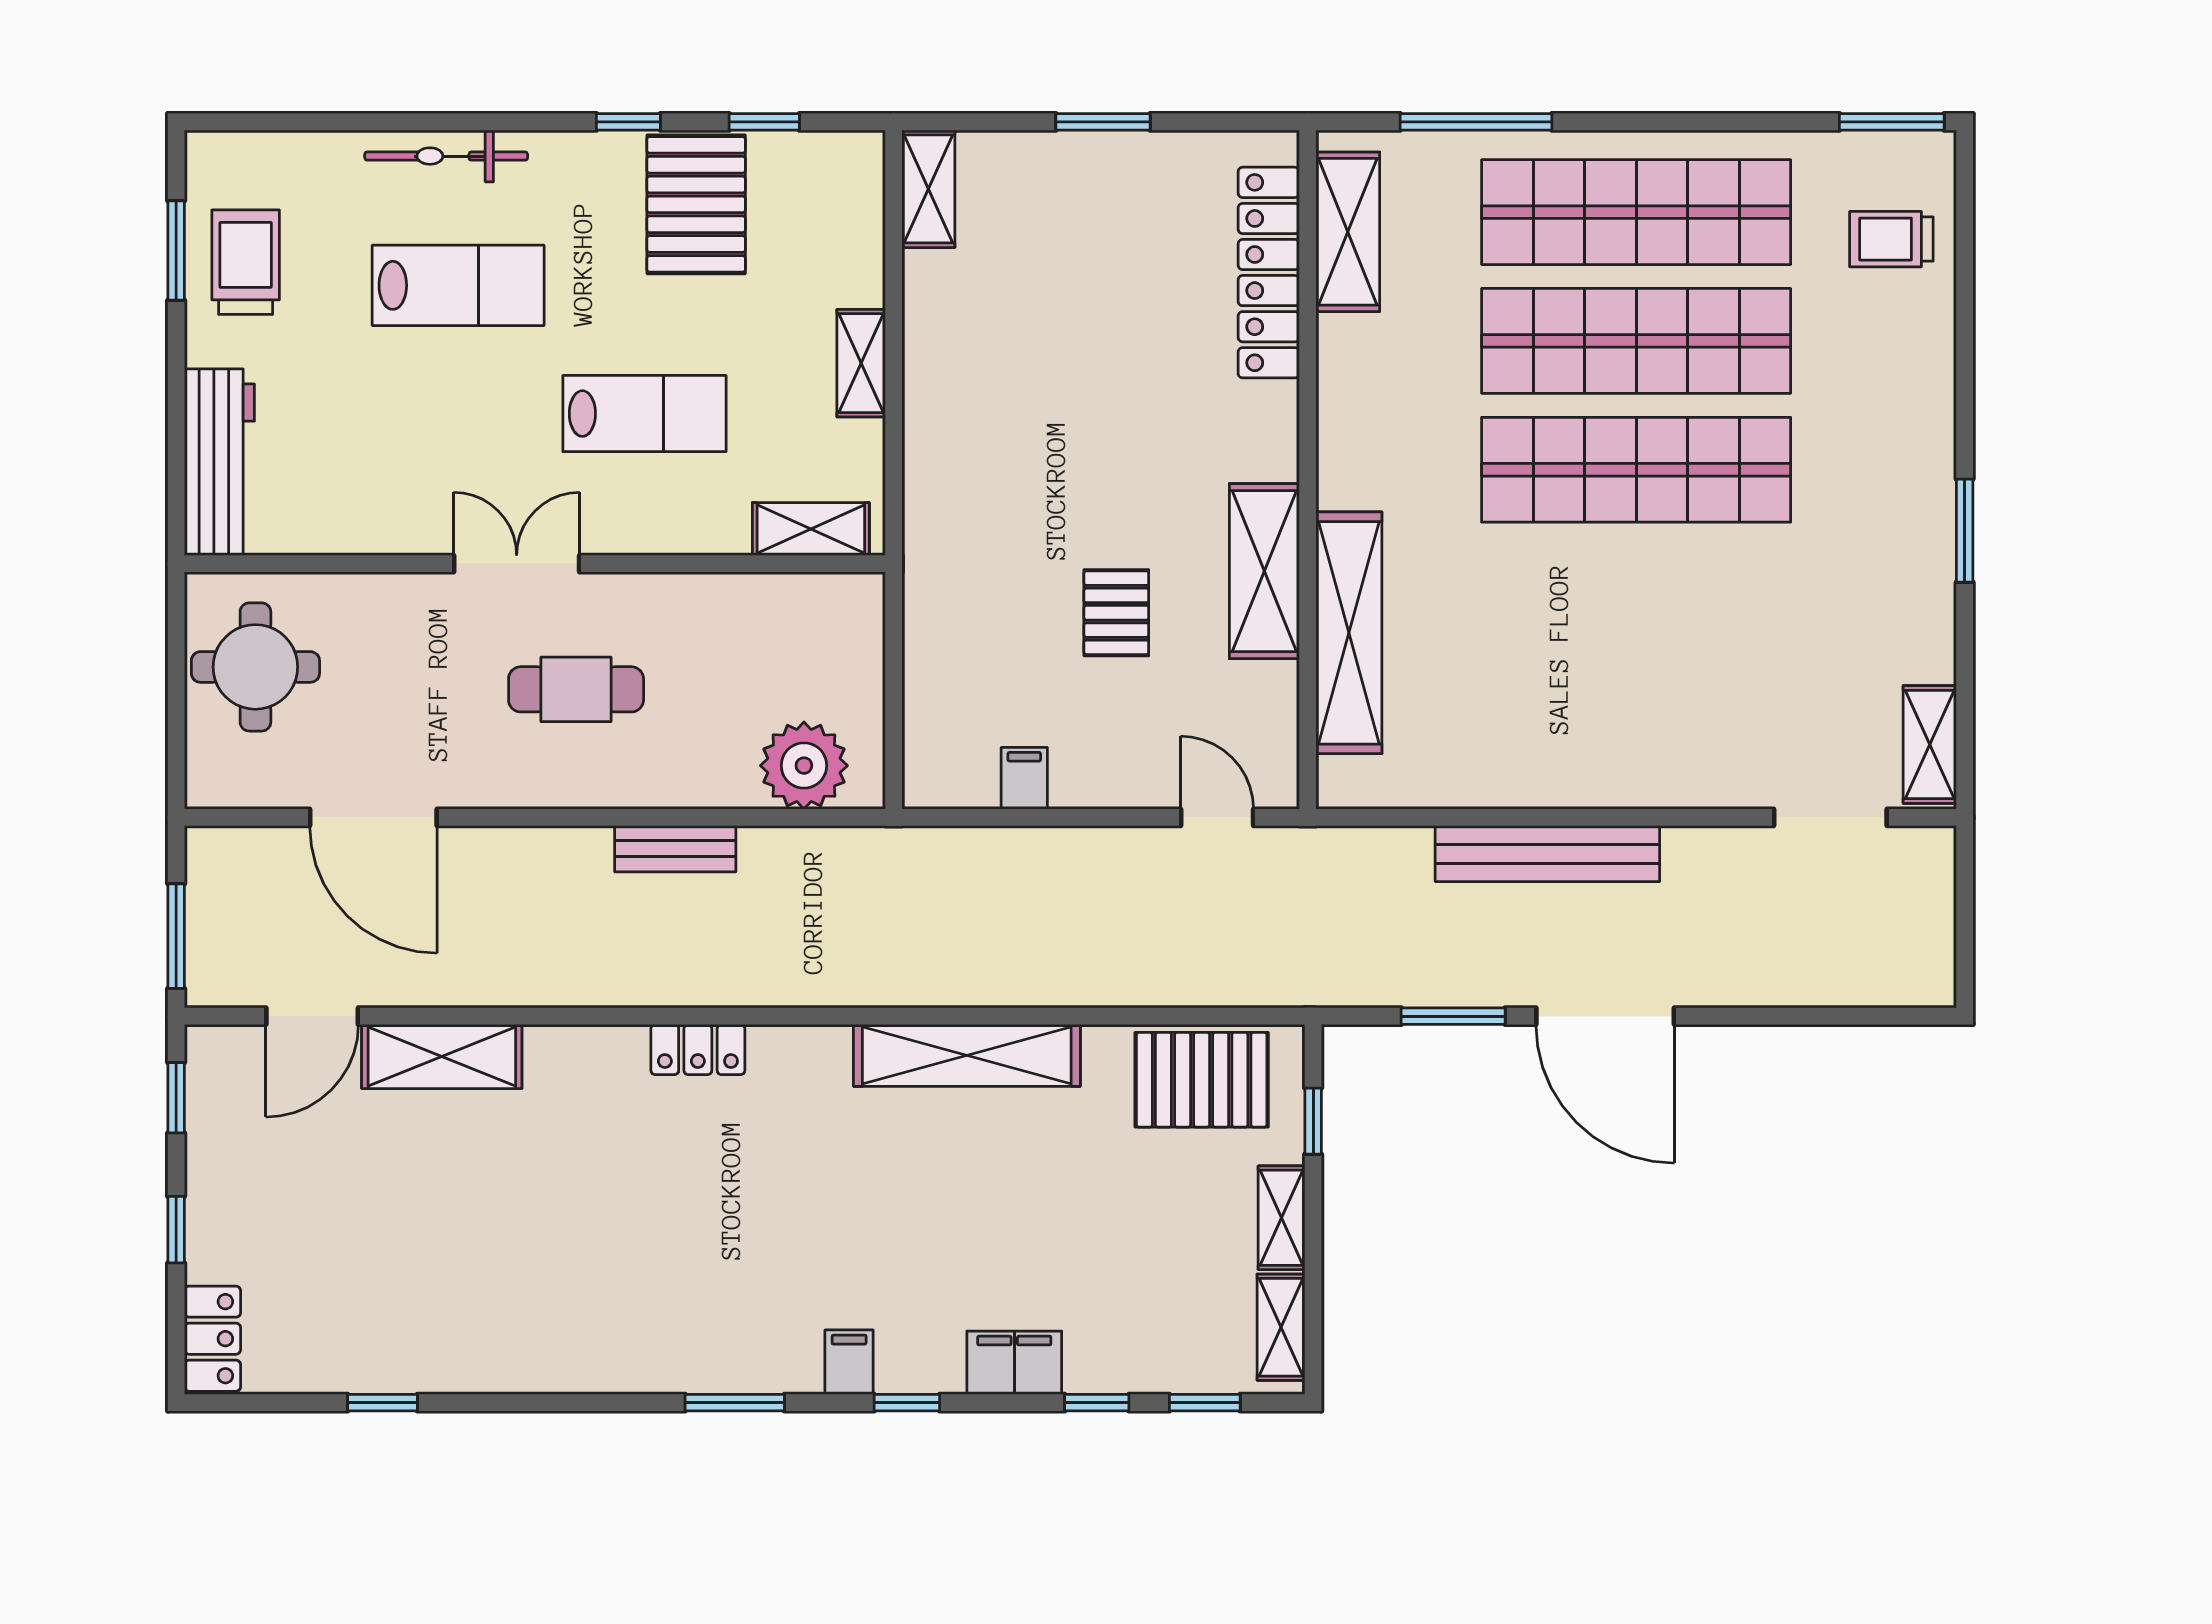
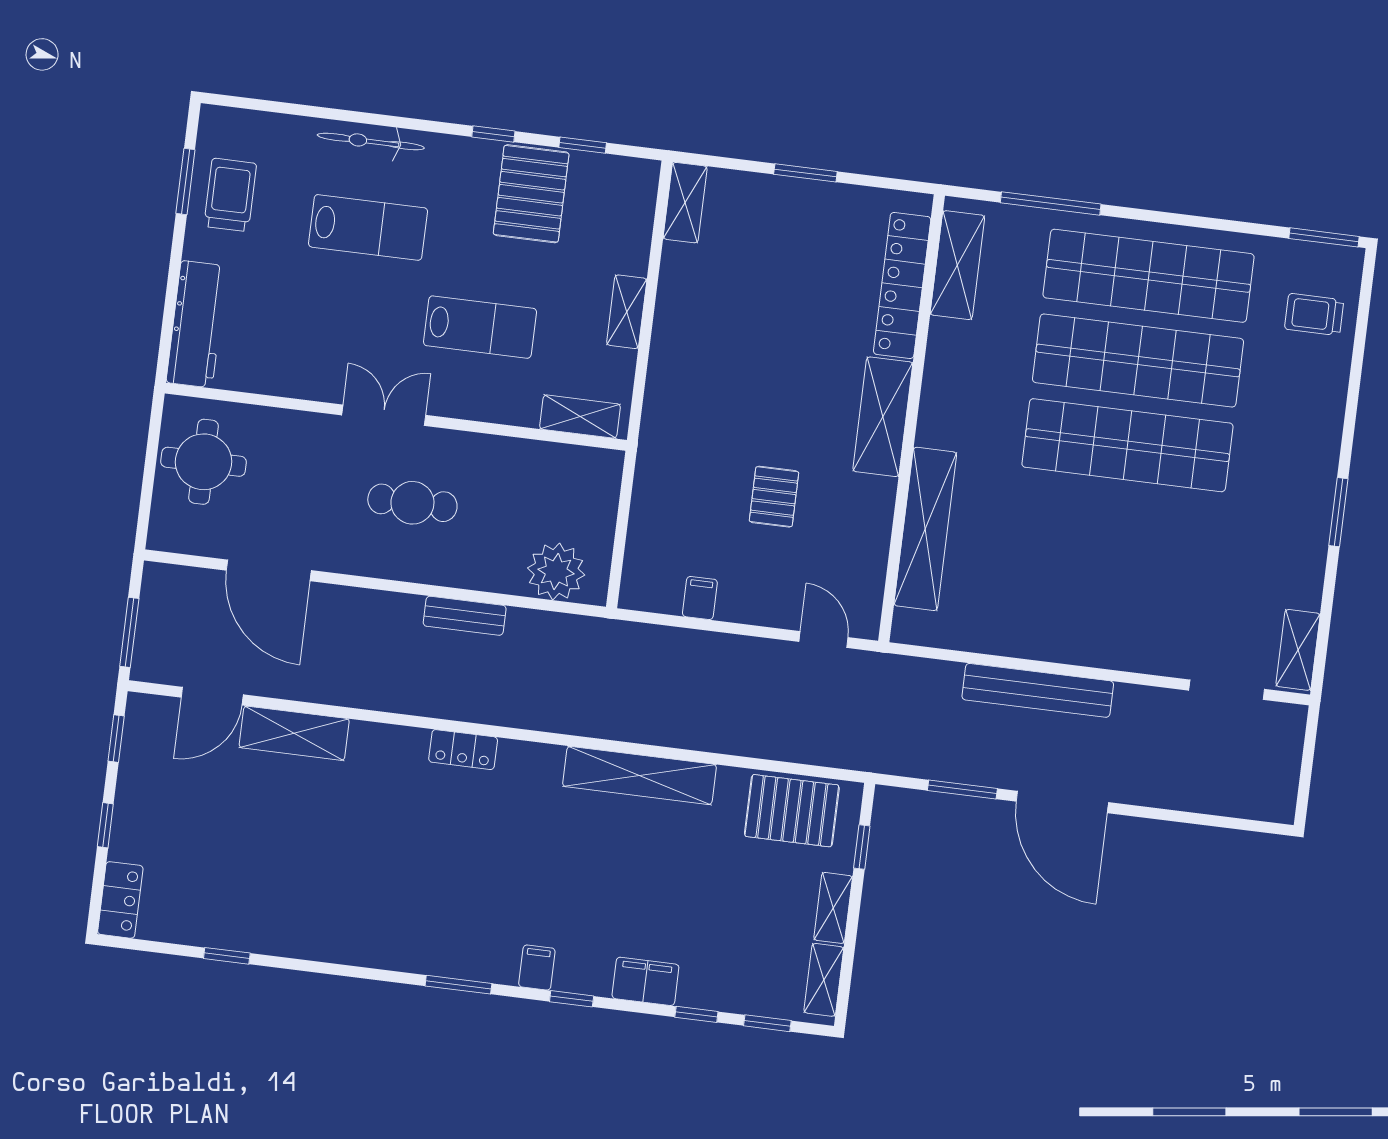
shelving: (1264, 571) -> (883, 417), moved

